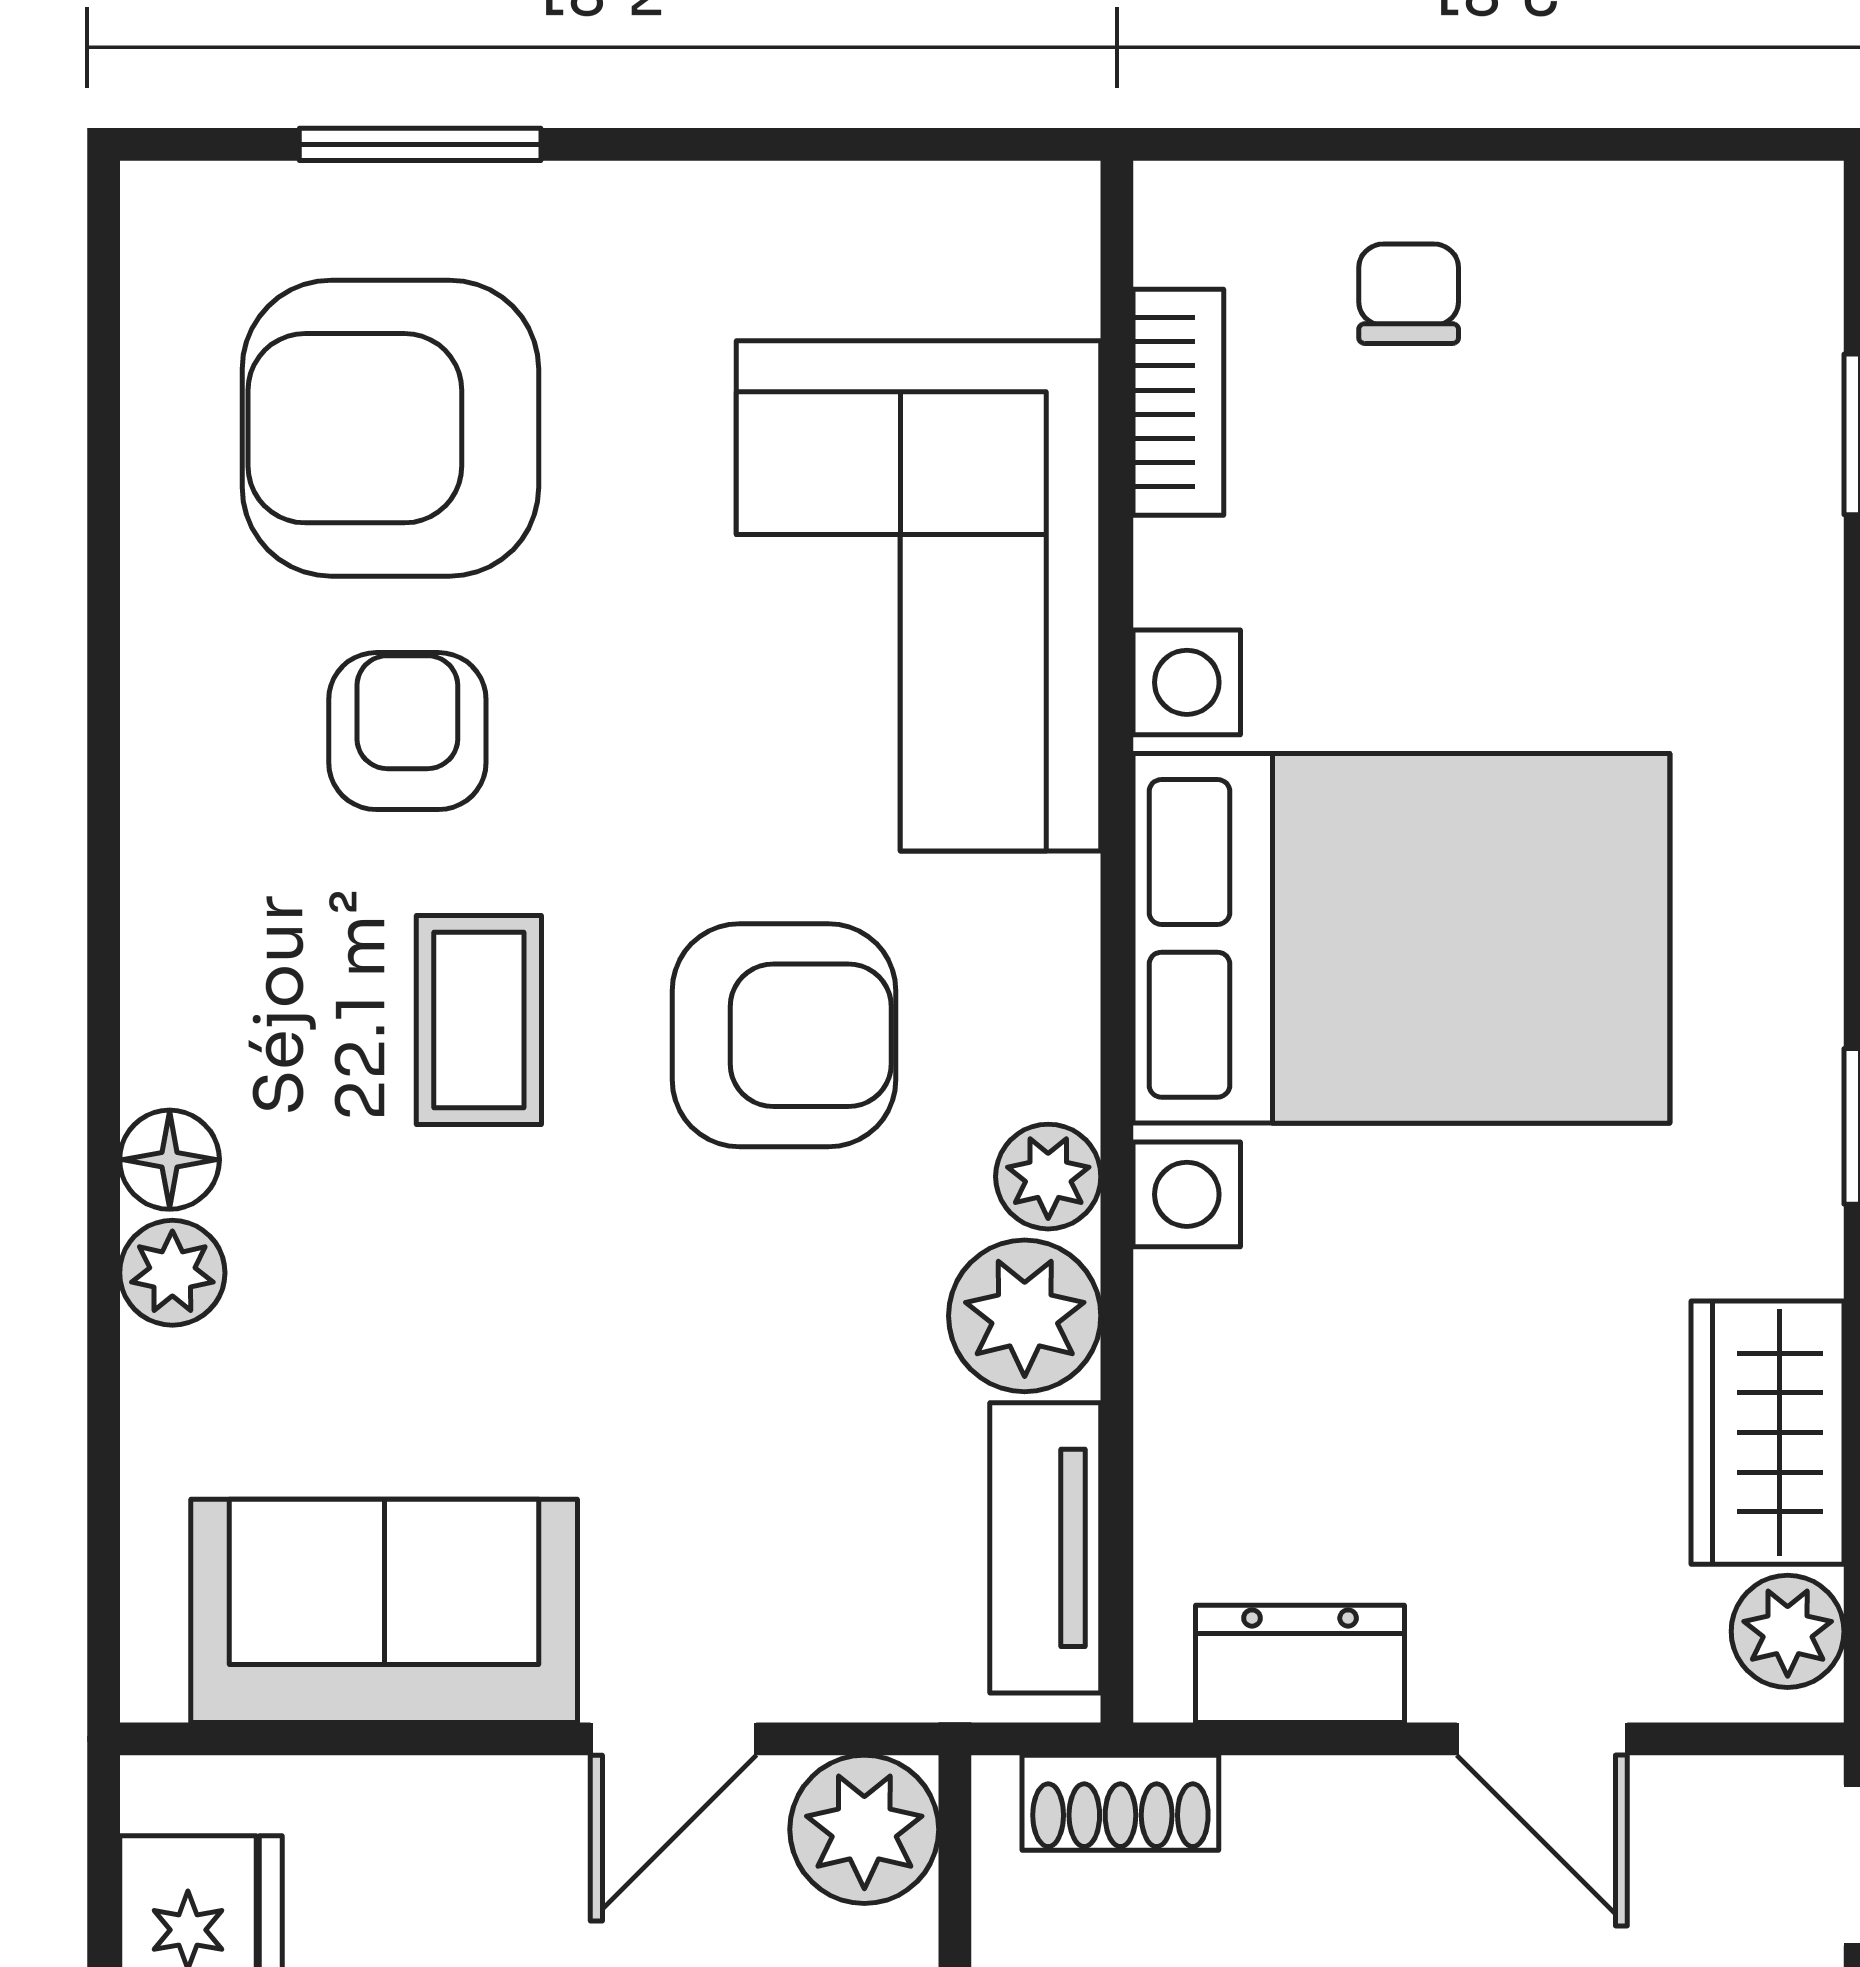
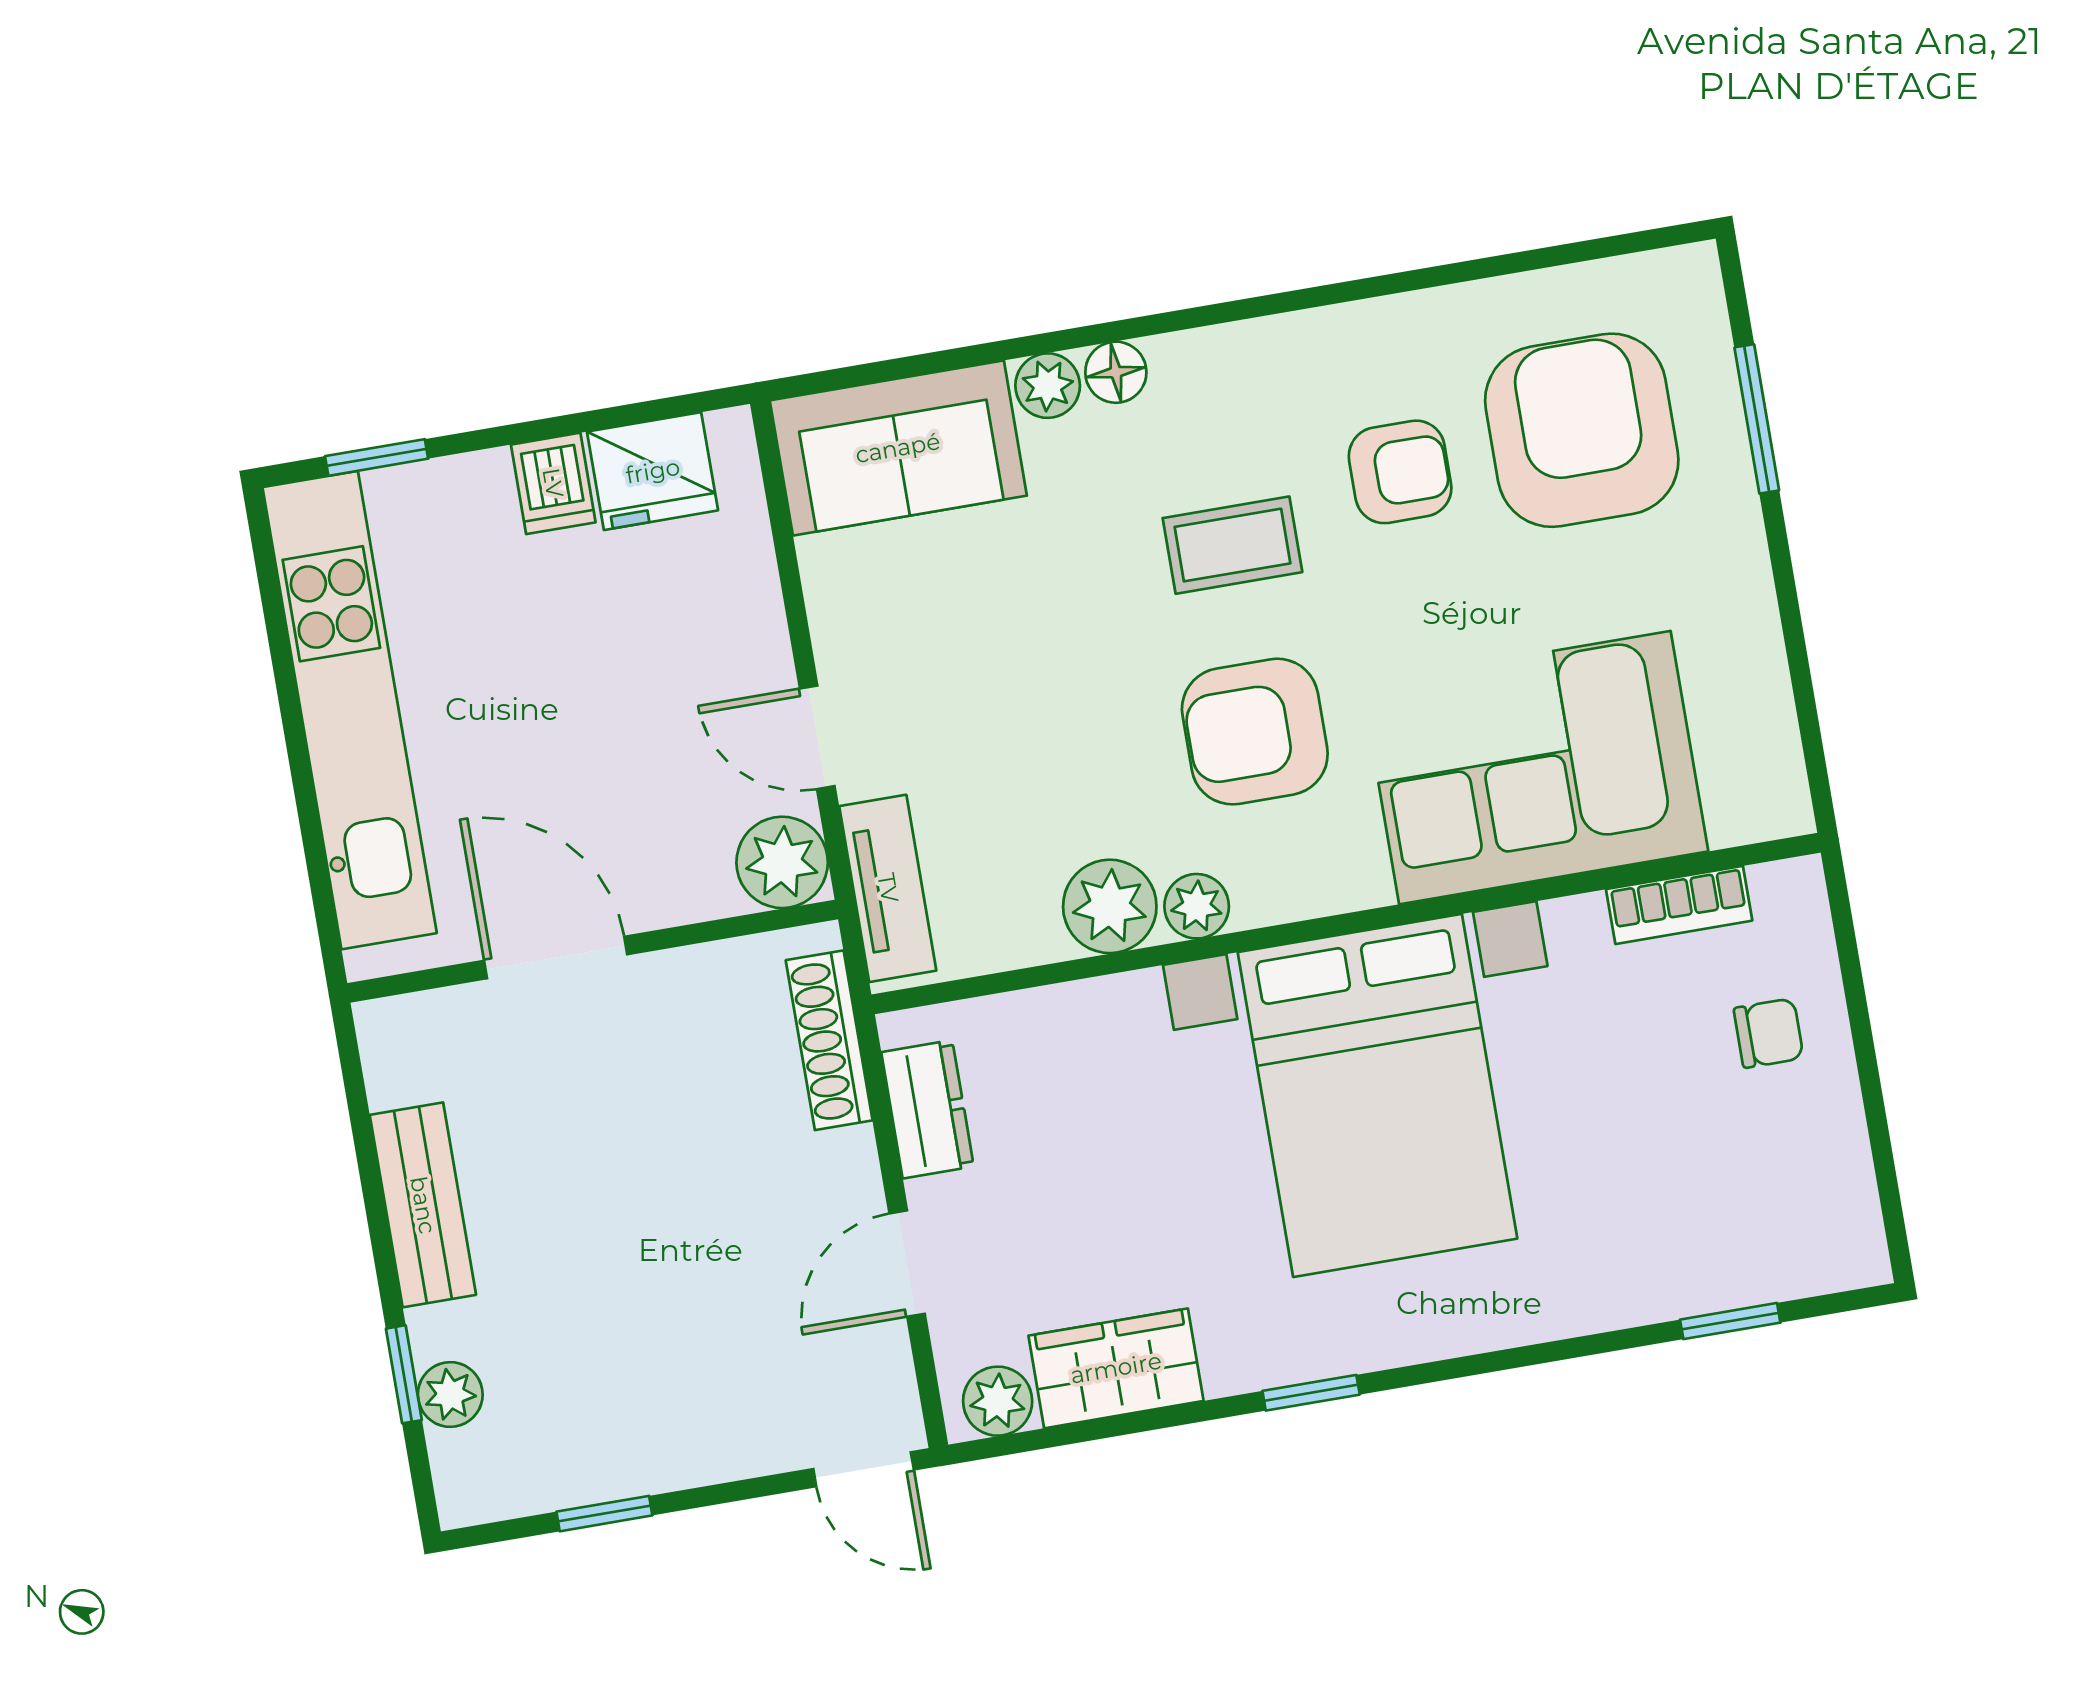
armchair: (784, 1035) -> (1255, 732), turned 90
tv unit: (1045, 1548) -> (888, 888), moved, turned 90
sofa: (384, 1611) -> (898, 448), moved, turned 90
shoe rack: (1120, 1803) -> (829, 1040), width x1.43

